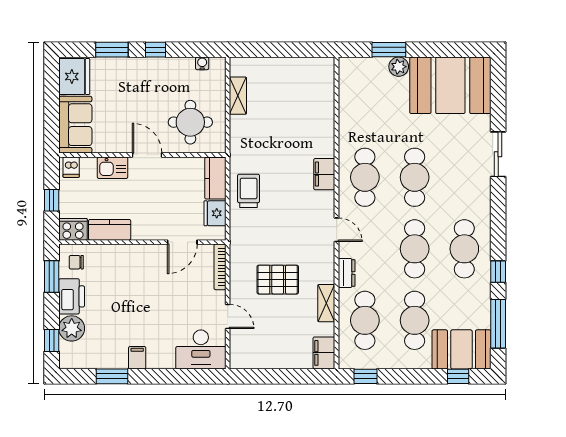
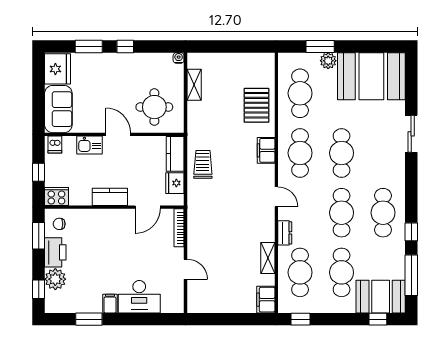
water cooler: (202, 63) -> (179, 58), moved
cafe table: (365, 106) -> (300, 93), added
kitchen counter: (110, 230) -> (110, 197), moved
pallet: (278, 280) -> (257, 105), moved, turned 90
desk: (201, 350) -> (139, 297), moved

